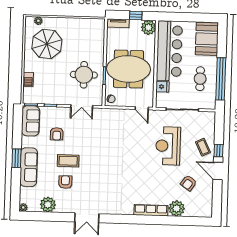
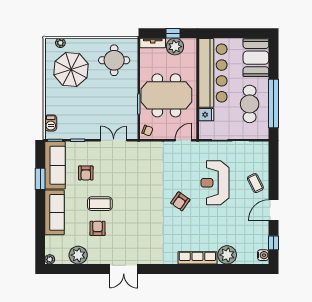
plant: (148, 27) -> (175, 47), moved
round table: (84, 75) -> (114, 60), moved
barbecue: (28, 79) -> (51, 123), moved
cafe table: (200, 79) -> (250, 104), width x1.37, depth x1.35
double door: (82, 106) -> (114, 140), swing flipped
door: (142, 108) -> (183, 140), swing flipped
sofa: (31, 121) -> (55, 165), width x1.36
window: (218, 151) -> (273, 243), moved
window: (16, 158) -> (40, 179), moved
door: (218, 171) -> (273, 210), hinge flipped
armchair: (189, 183) -> (180, 201), moved
water cooler: (208, 210) -> (263, 255), added

